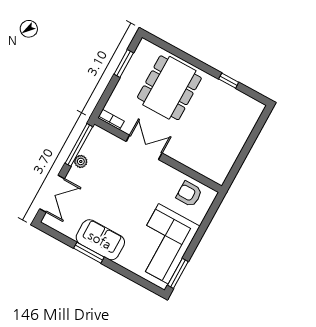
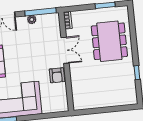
dining table: (169, 88) -> (109, 41), turned 90
armchair: (189, 194) -> (57, 75), moved, turned 180

